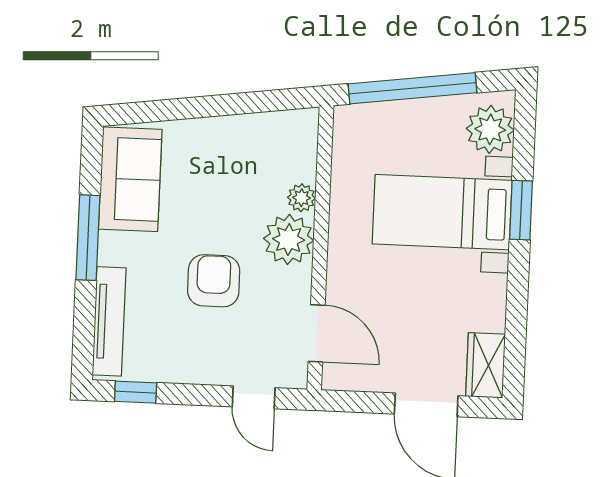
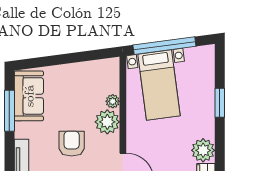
plant: (490, 129) -> (203, 150), moved
bed with nightstands: (442, 212) -> (159, 85), moved, turned -98
window: (88, 238) -> (9, 111), moved

